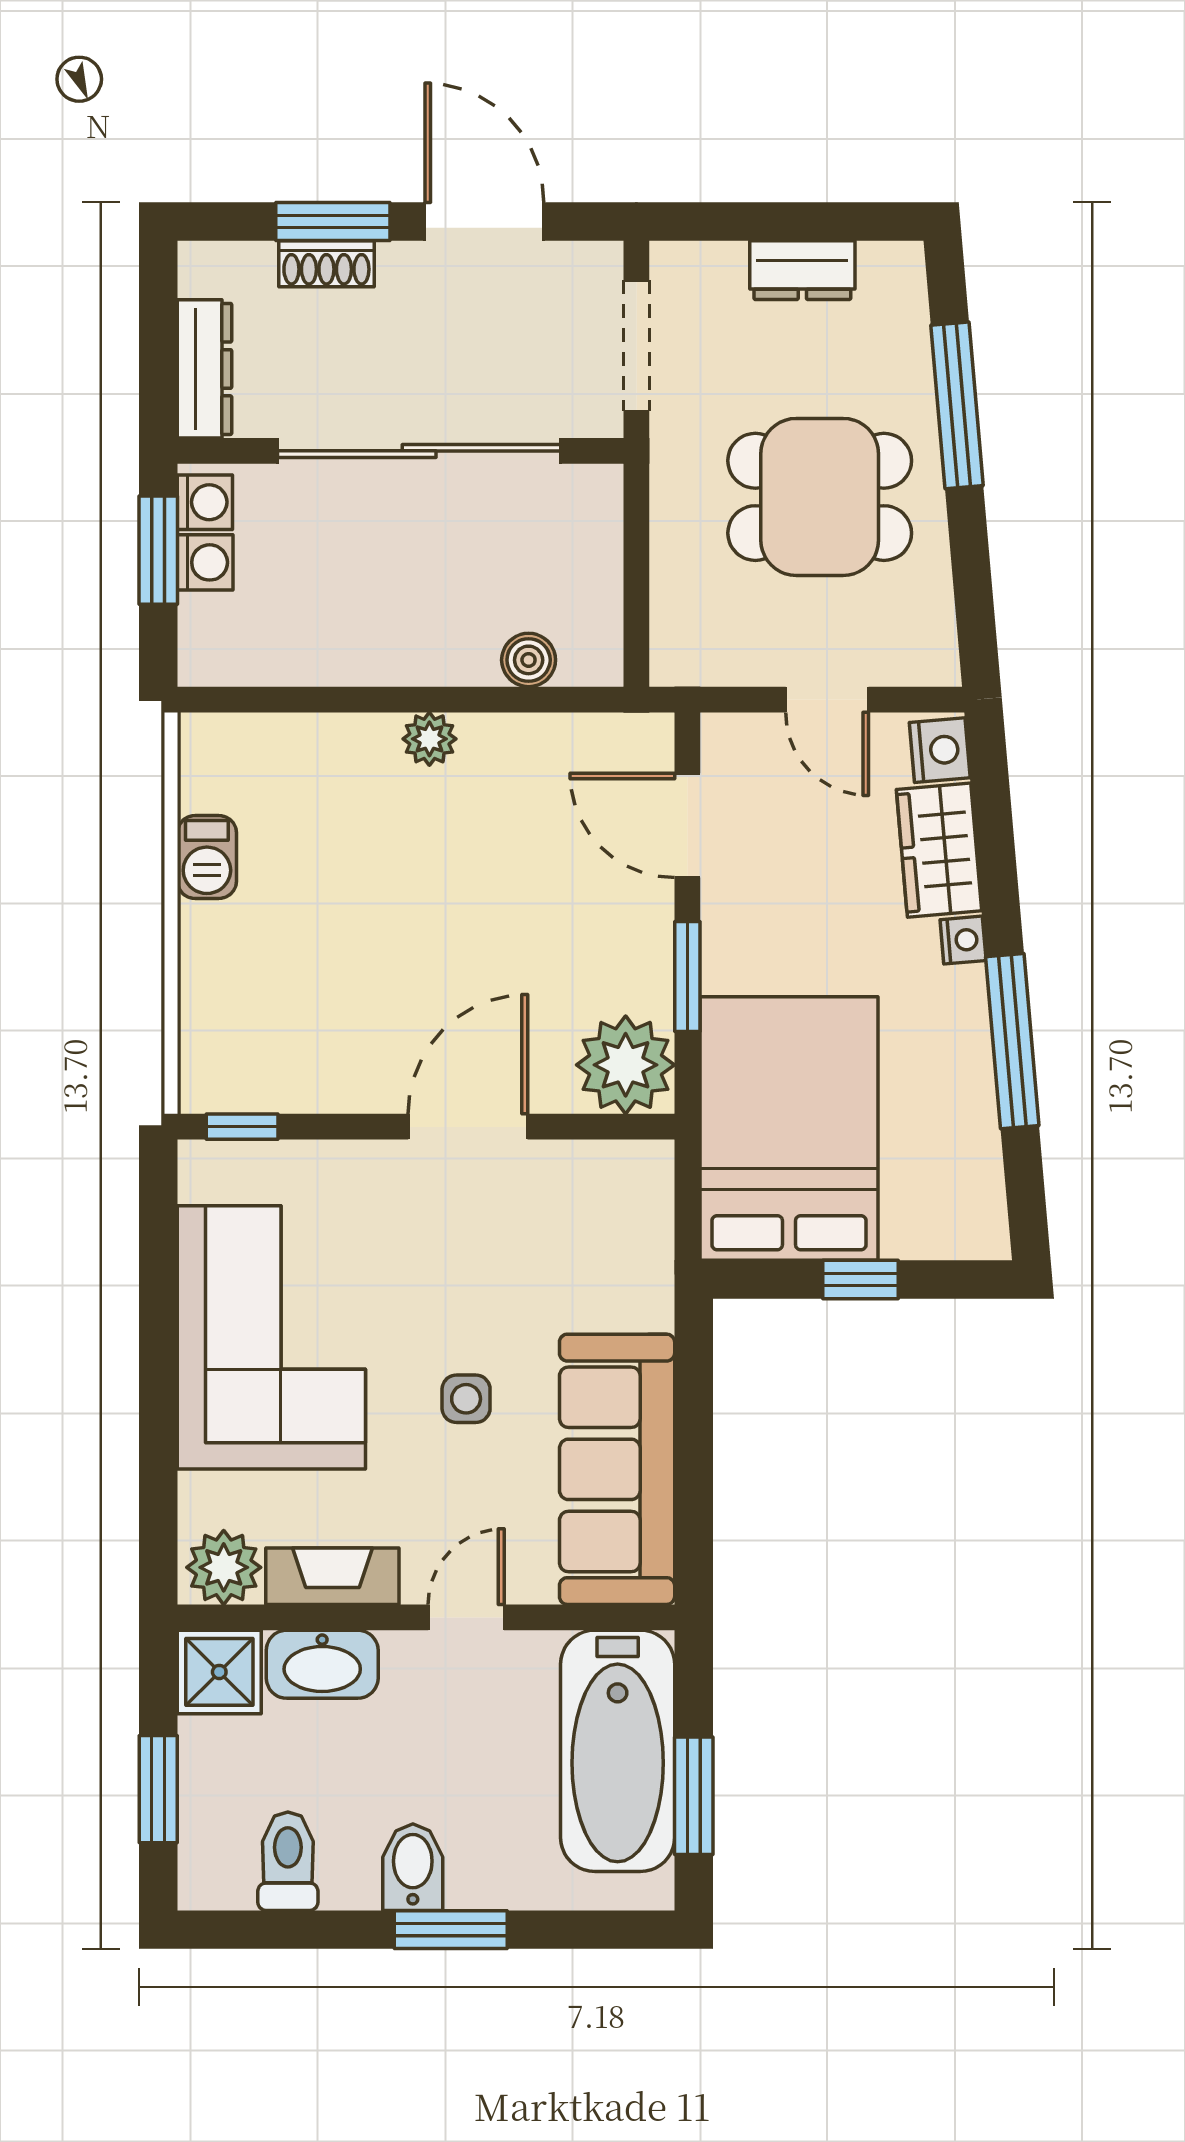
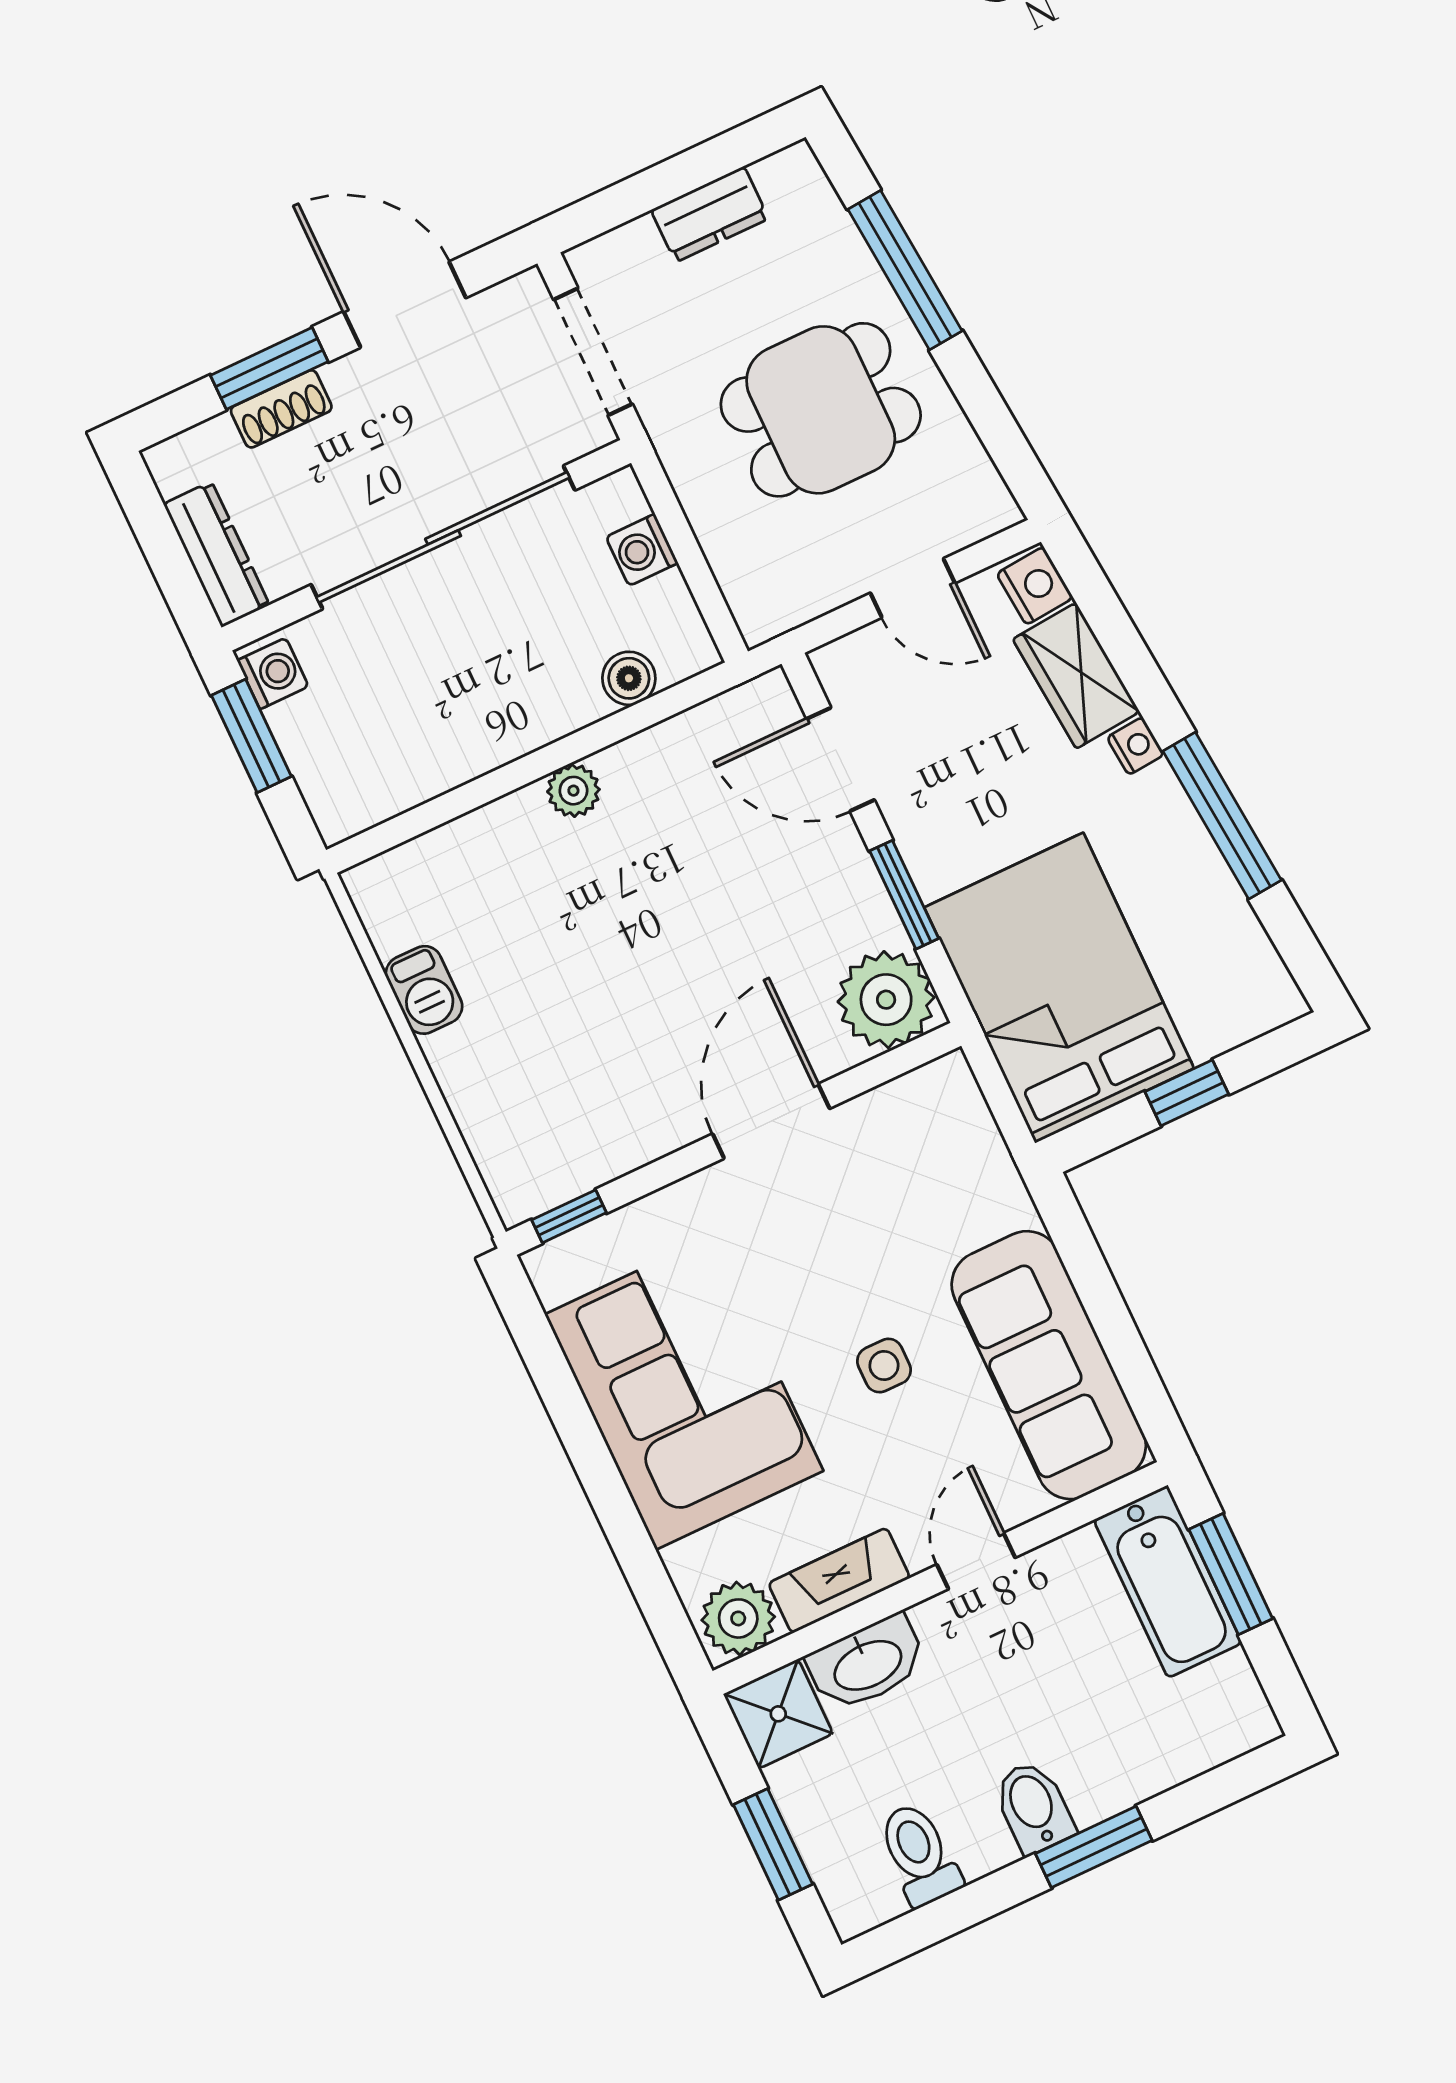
washing machine: (205, 562) -> (642, 550), moved, turned 180
bathtub: (618, 1751) -> (1168, 1581), width x0.73, depth x0.73
window: (694, 1796) -> (1231, 1574), moved

